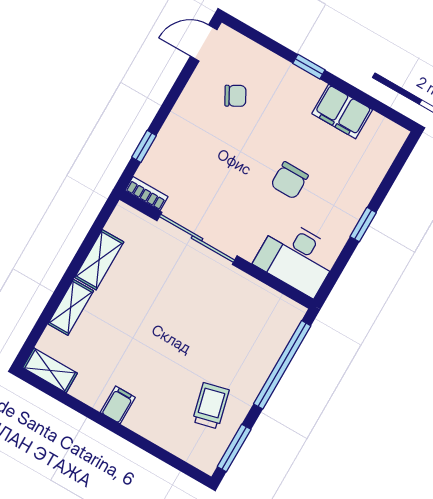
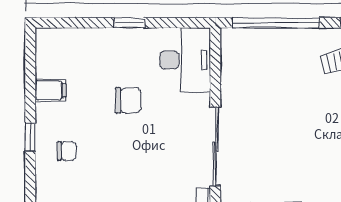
chair: (235, 96) -> (67, 151), moved, turned 119
filing cabinet: (342, 112) -> (51, 90), width x0.50

